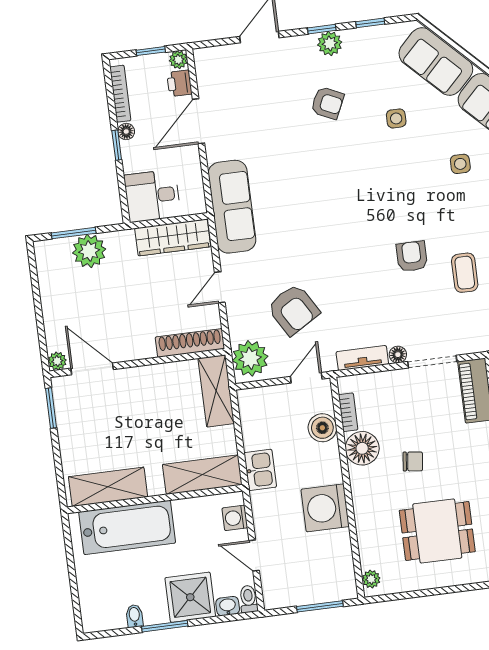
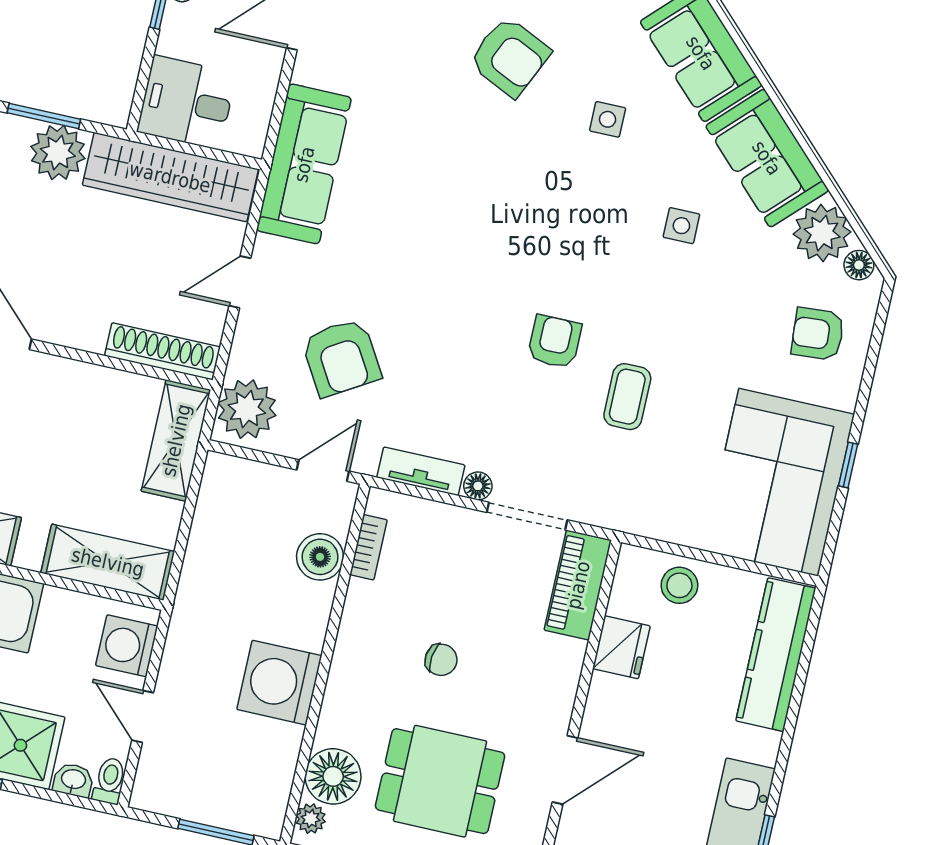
armchair: (327, 103) -> (510, 57), width x1.38, depth x1.38
wardrobe: (173, 238) -> (170, 177), width x1.40, depth x1.17
floor lamp: (362, 448) -> (333, 776), moved
kitchen sink: (260, 470) -> (200, 587), removed
washing machine: (235, 518) -> (127, 646), width x1.38, depth x1.38

